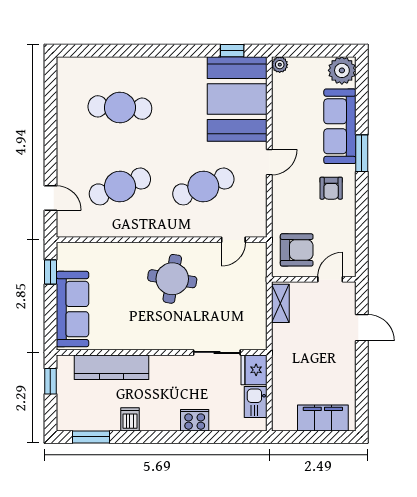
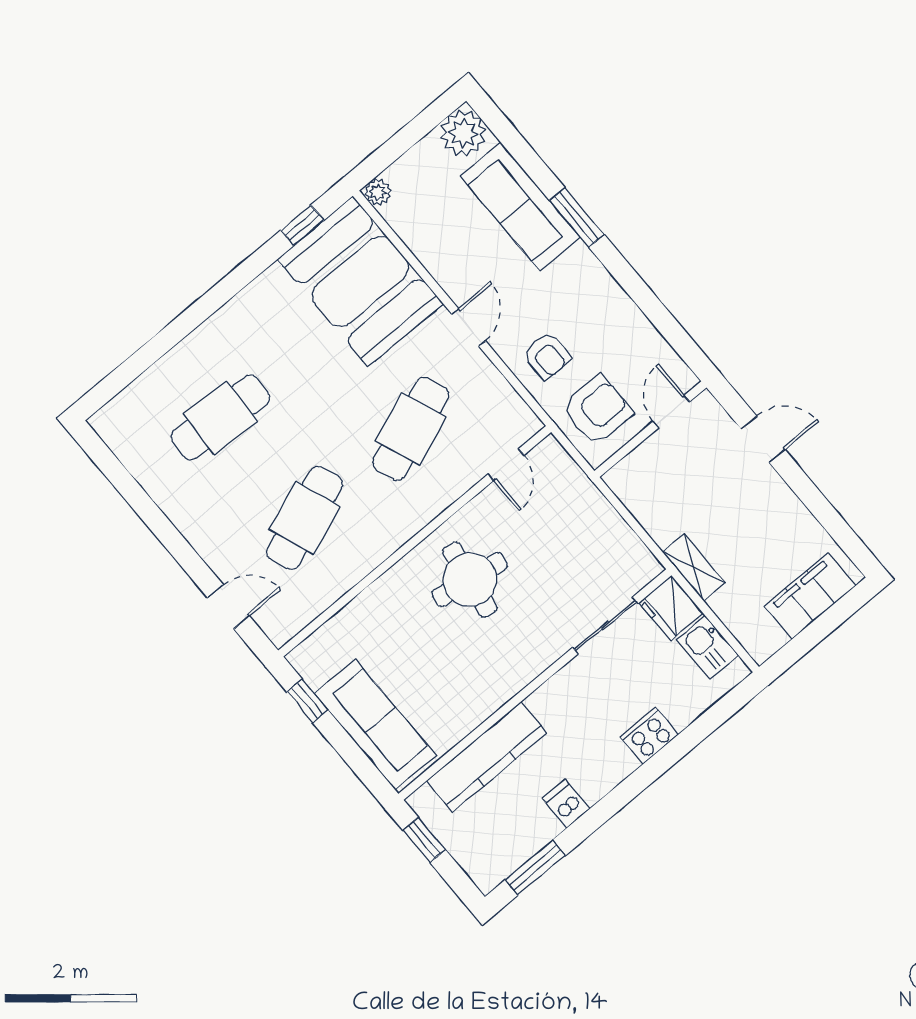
armchair: (331, 188) -> (547, 356), moved
shelving: (280, 303) -> (694, 567), moved

